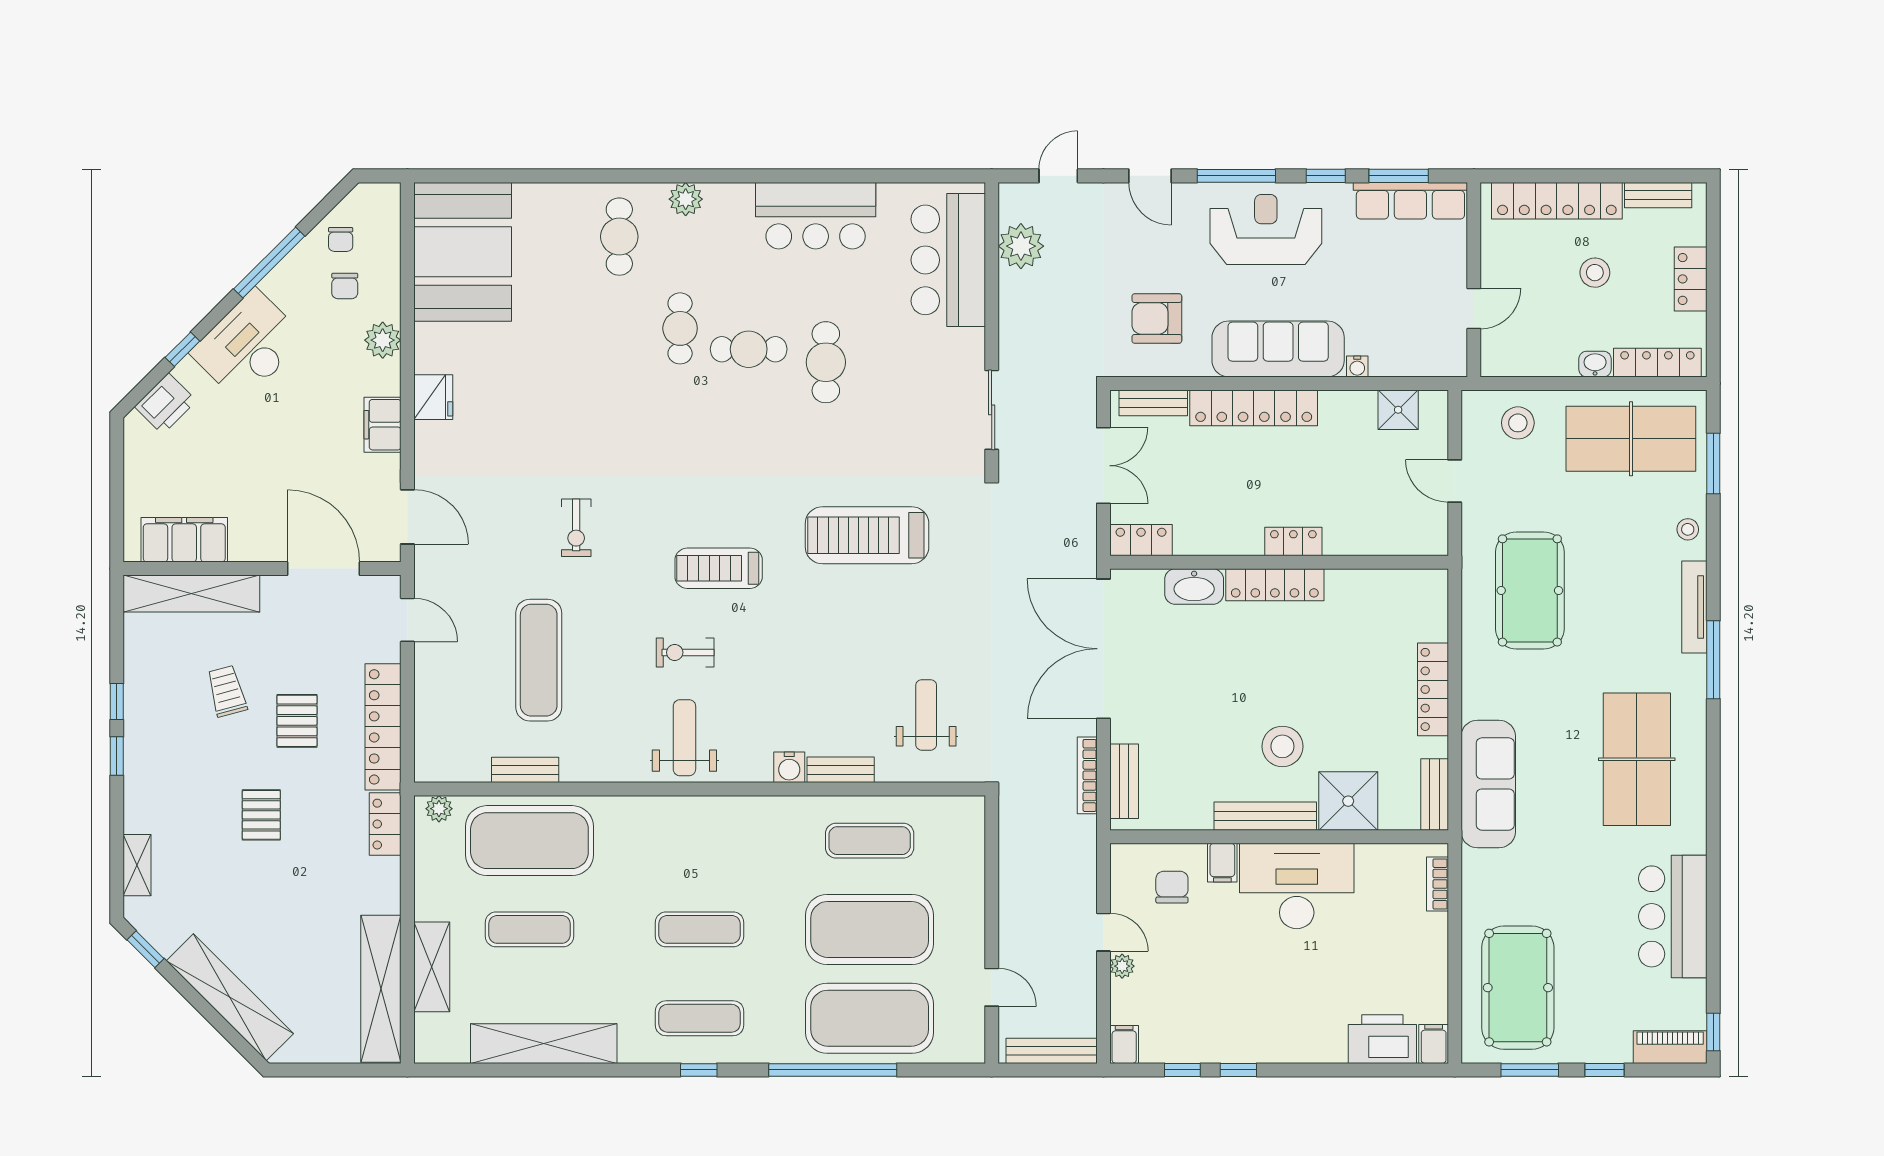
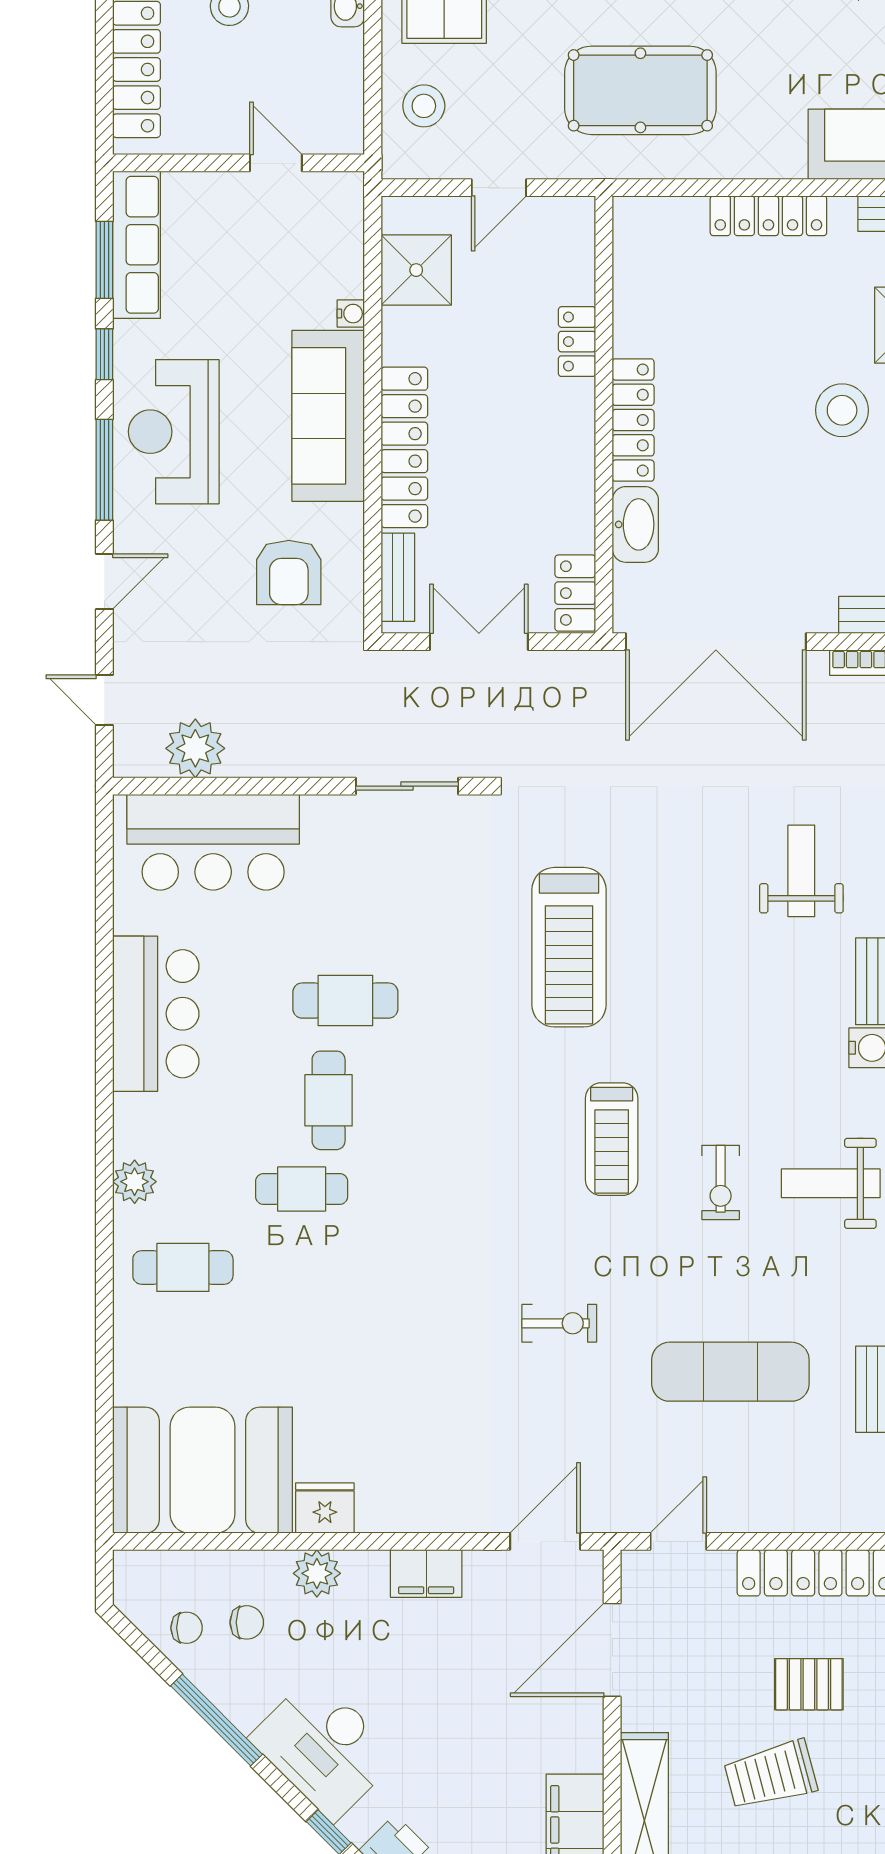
fridge: (433, 397) -> (325, 1508), moved
shower: (1398, 410) -> (416, 270), width x1.36, depth x1.36
locker: (1293, 541) -> (577, 342), moved
trolley: (227, 691) -> (771, 1775), width x1.36, depth x1.39
weight bench: (926, 715) -> (801, 871), turned 90

